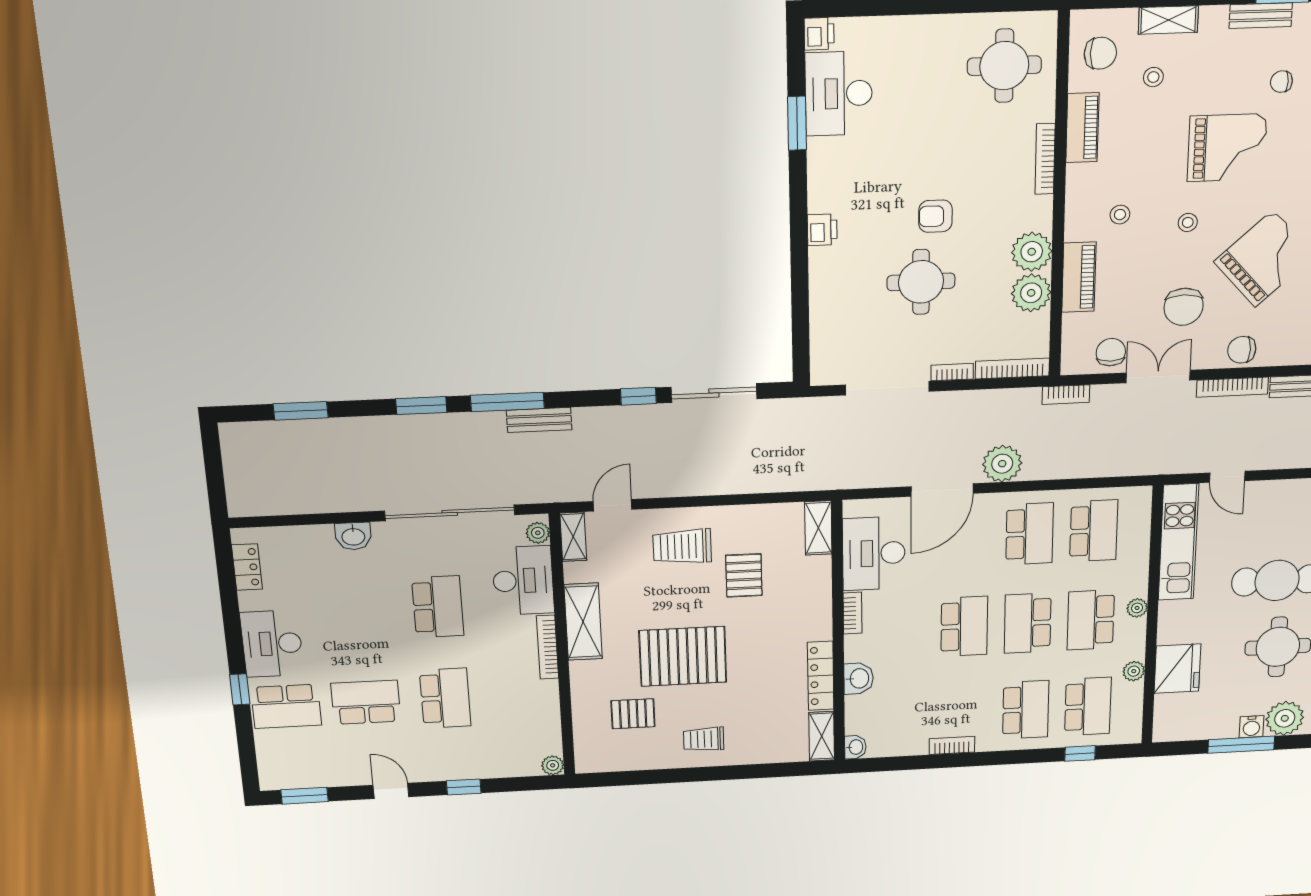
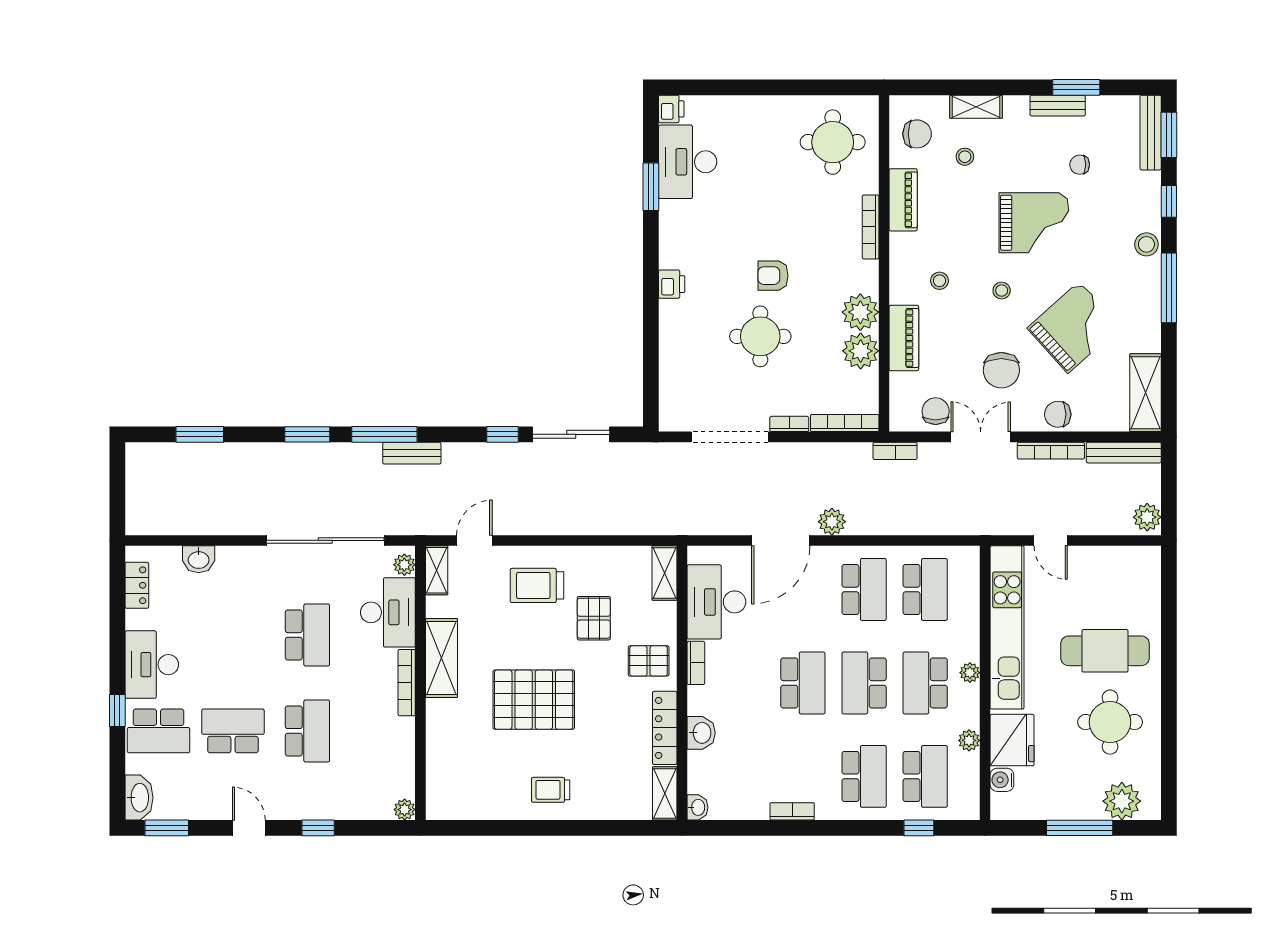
plant: (1002, 464) -> (832, 522), width x0.73, depth x0.73
washbasin: (353, 536) -> (199, 559), moved
kitchen unit: (1178, 542) -> (1007, 627), width x1.36
pallet: (633, 714) -> (649, 661), moved
water cooler: (1251, 727) -> (1002, 780), moved, turned 90
washbasin: (272, 769) -> (139, 798), added

